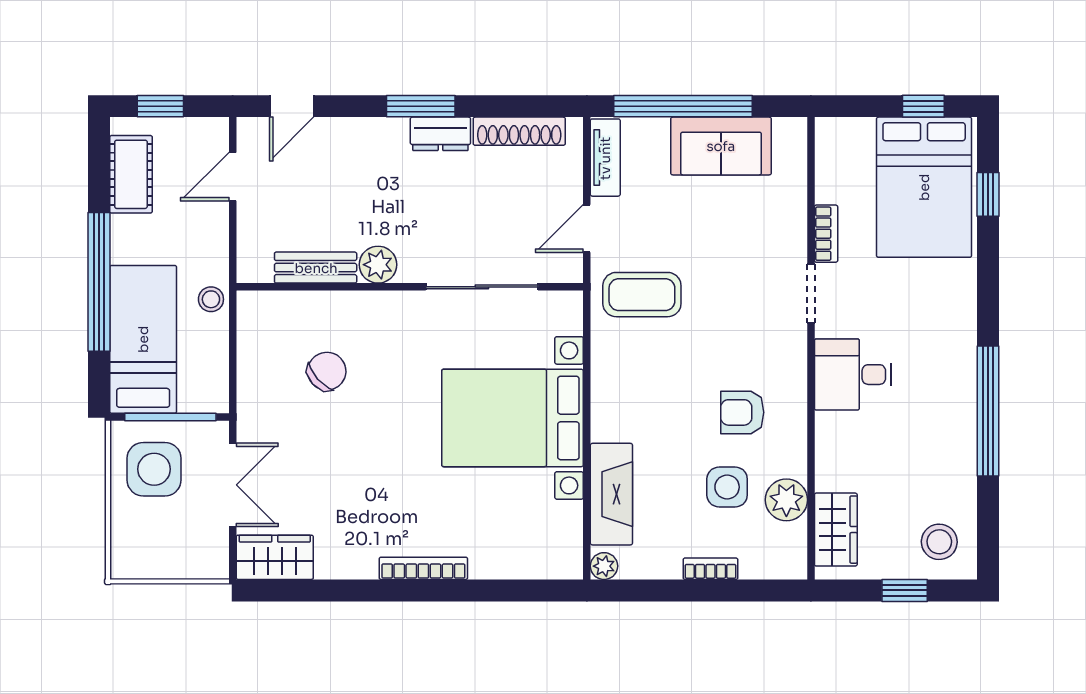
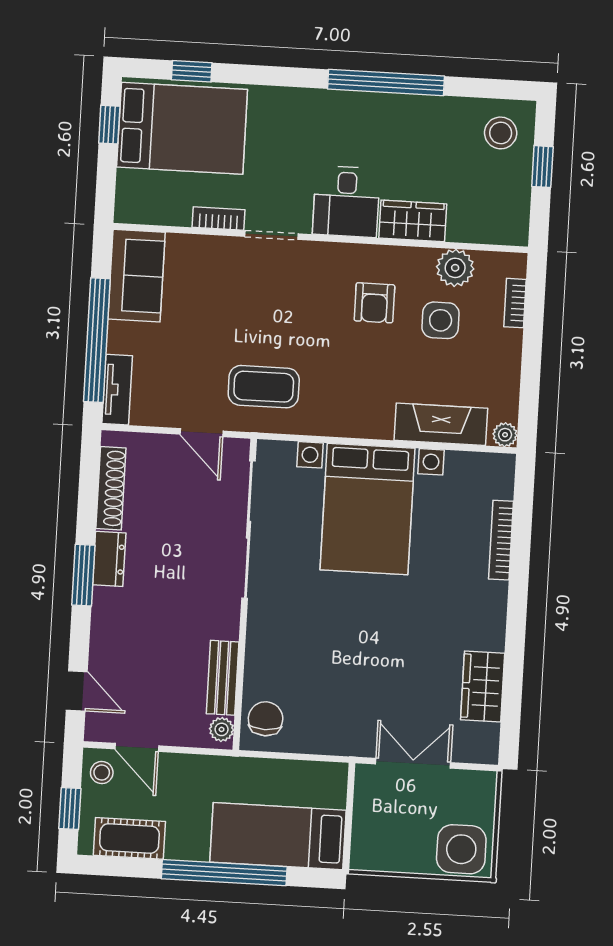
sofa: (721, 146) -> (136, 276), moved
tv unit: (605, 158) -> (117, 390), moved, turned 90
plant: (378, 265) -> (222, 729), moved, width x0.73, depth x0.73
sliding door: (482, 287) -> (248, 530), width x1.36
coffee table: (642, 295) -> (264, 387), turned 90
stool: (211, 299) -> (102, 773), moved
chair: (327, 371) -> (266, 719), moved, turned 42
window: (170, 417) -> (349, 816), removed
side table: (154, 469) -> (461, 849), moved
wardrobe: (836, 530) -> (413, 221), moved
wardrobe: (275, 557) -> (483, 687), moved
bookcase: (423, 568) -> (501, 540), moved
bookcase: (710, 569) -> (515, 303), moved

